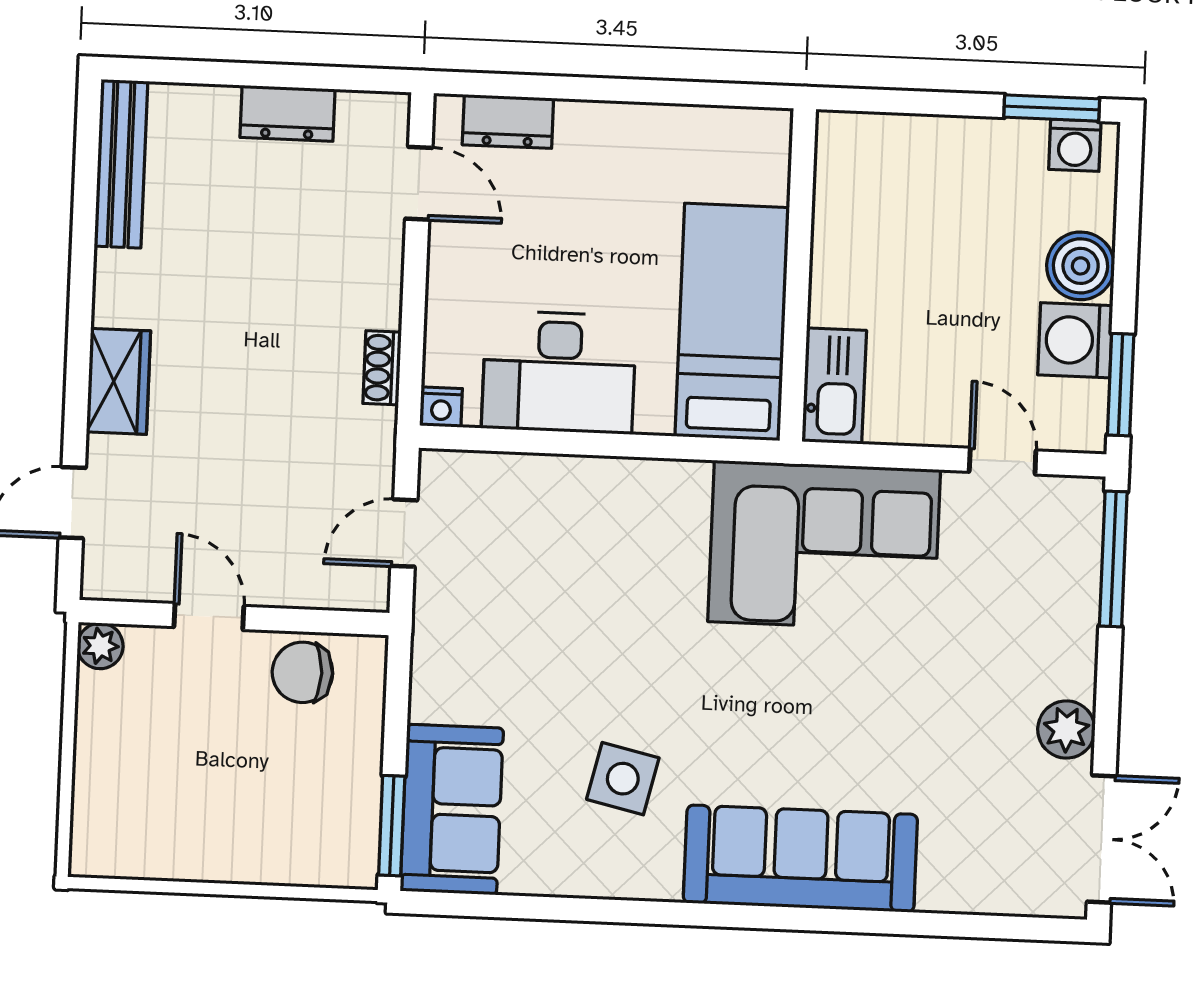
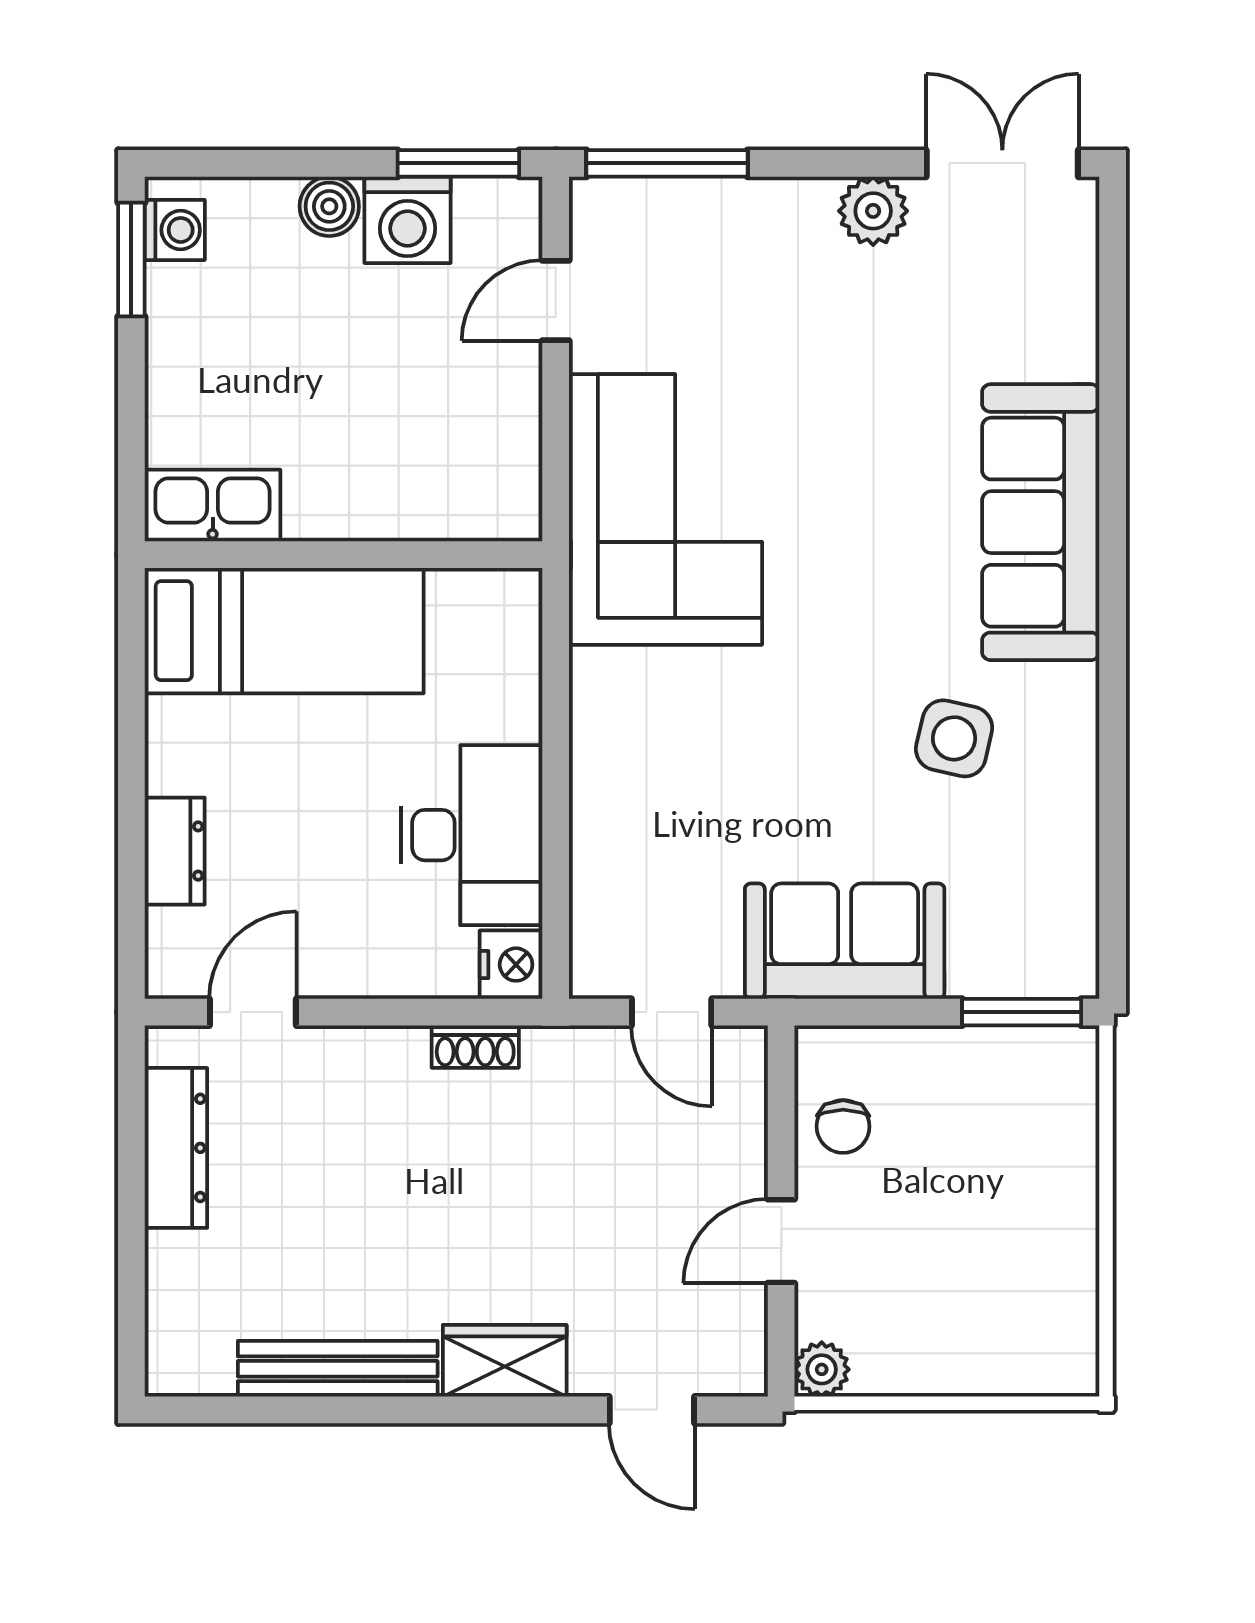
dresser: (288, 113) -> (176, 1148), width x1.44
dresser: (508, 121) -> (175, 851), moved
bench: (121, 164) -> (338, 1369), moved
boiler: (1081, 266) -> (329, 206), width x0.73, depth x0.73
bed: (732, 322) -> (284, 631), moved, turned 180
kitchen sink: (834, 386) -> (213, 505), moved
nightstand: (441, 407) -> (511, 965), width x1.39, depth x1.35
chair: (302, 672) -> (843, 1126), width x0.73, depth x0.73
sofa: (452, 810) -> (845, 941), moved

